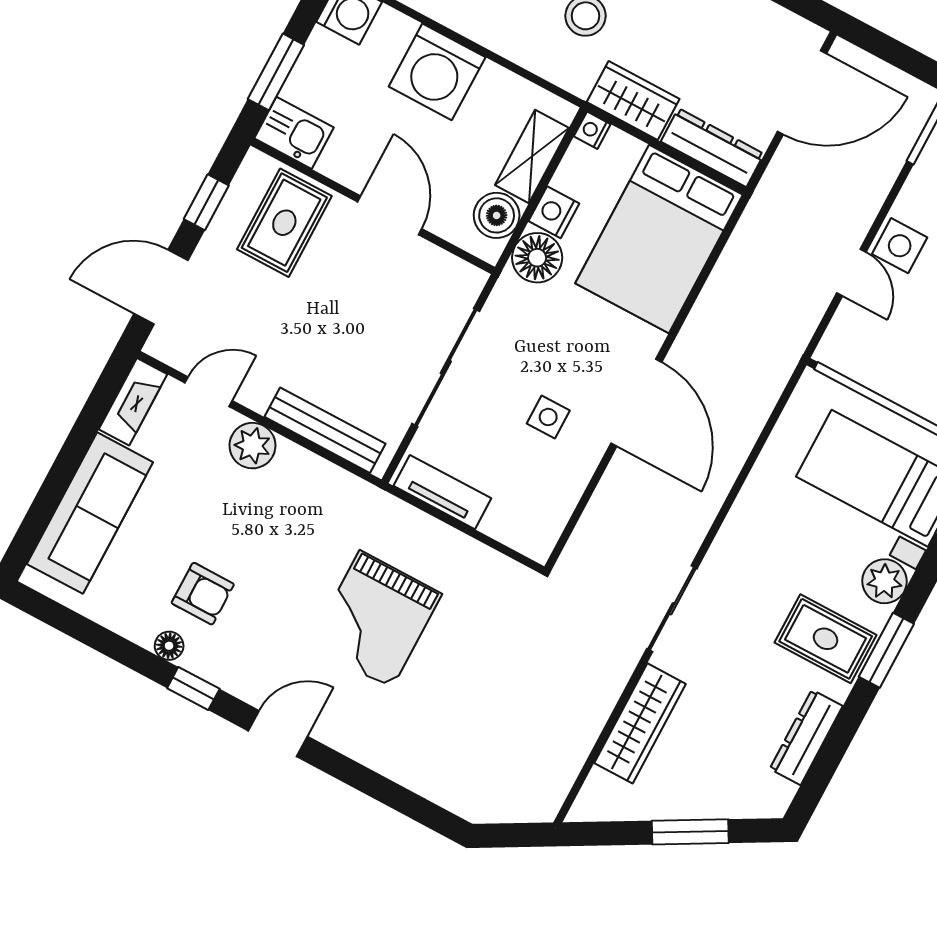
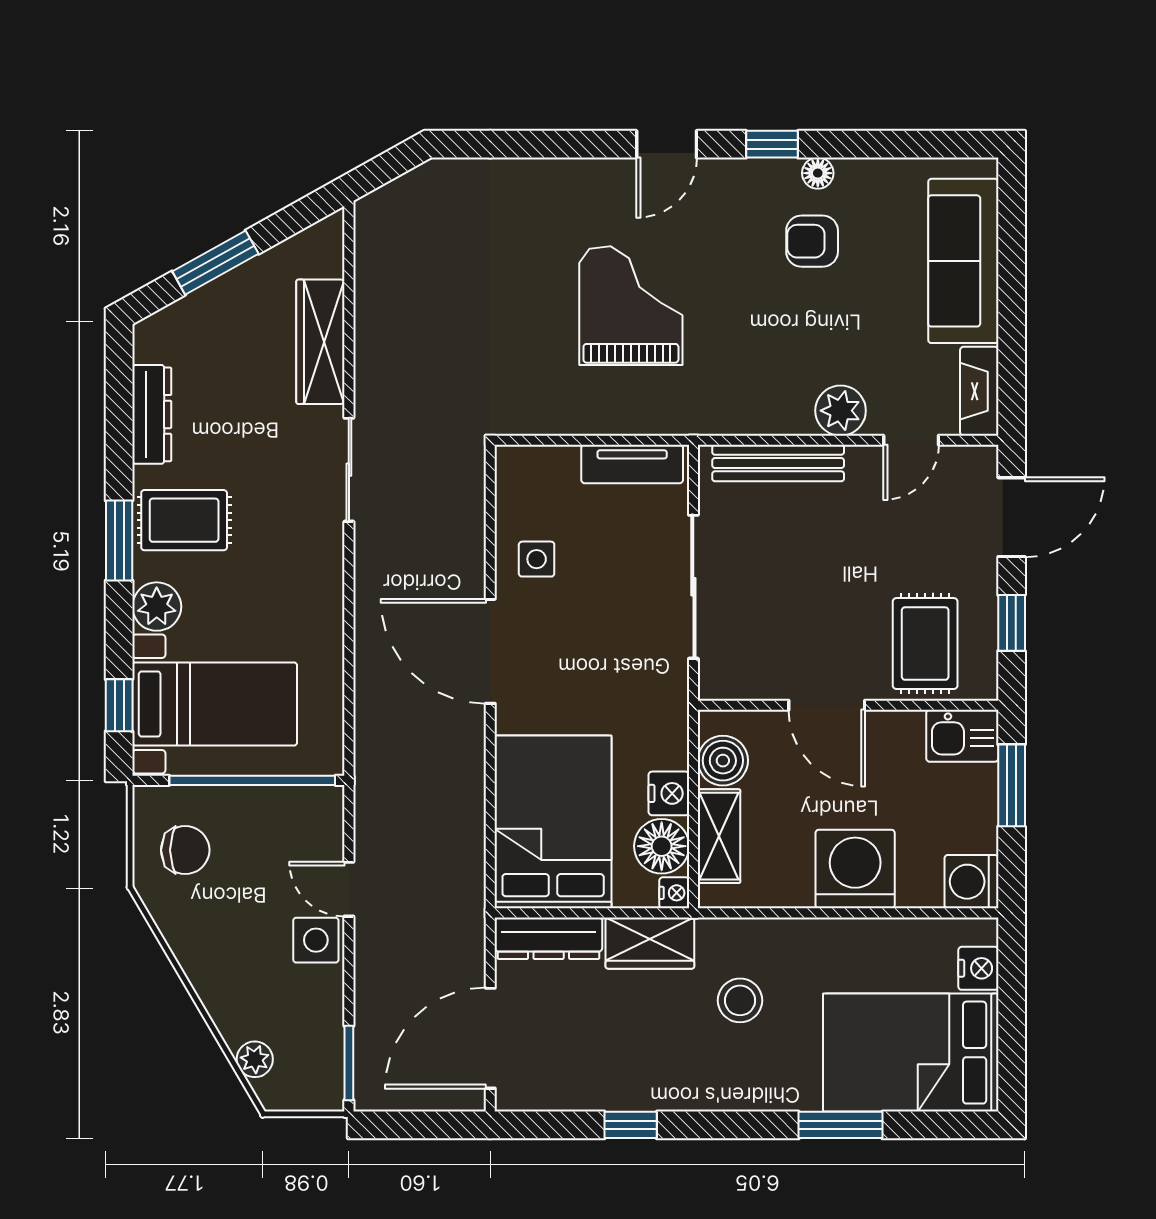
floor lamp: (537, 258) -> (662, 846), moved
side table: (548, 417) -> (537, 559), moved

